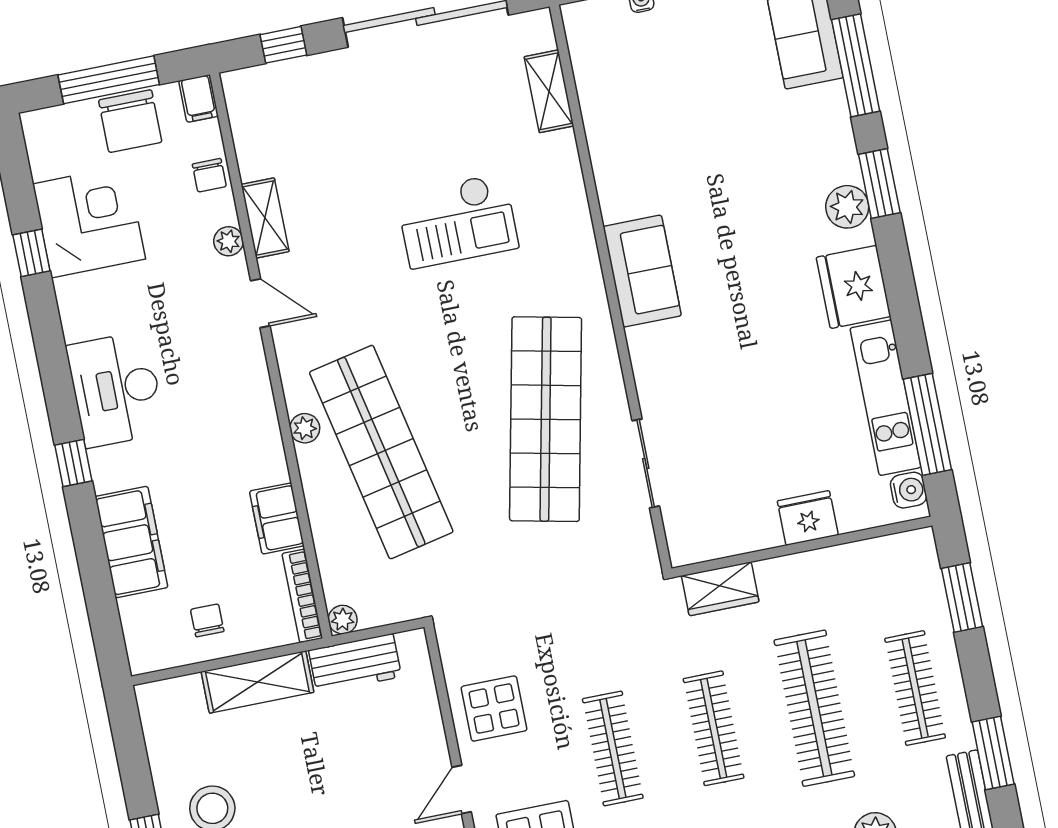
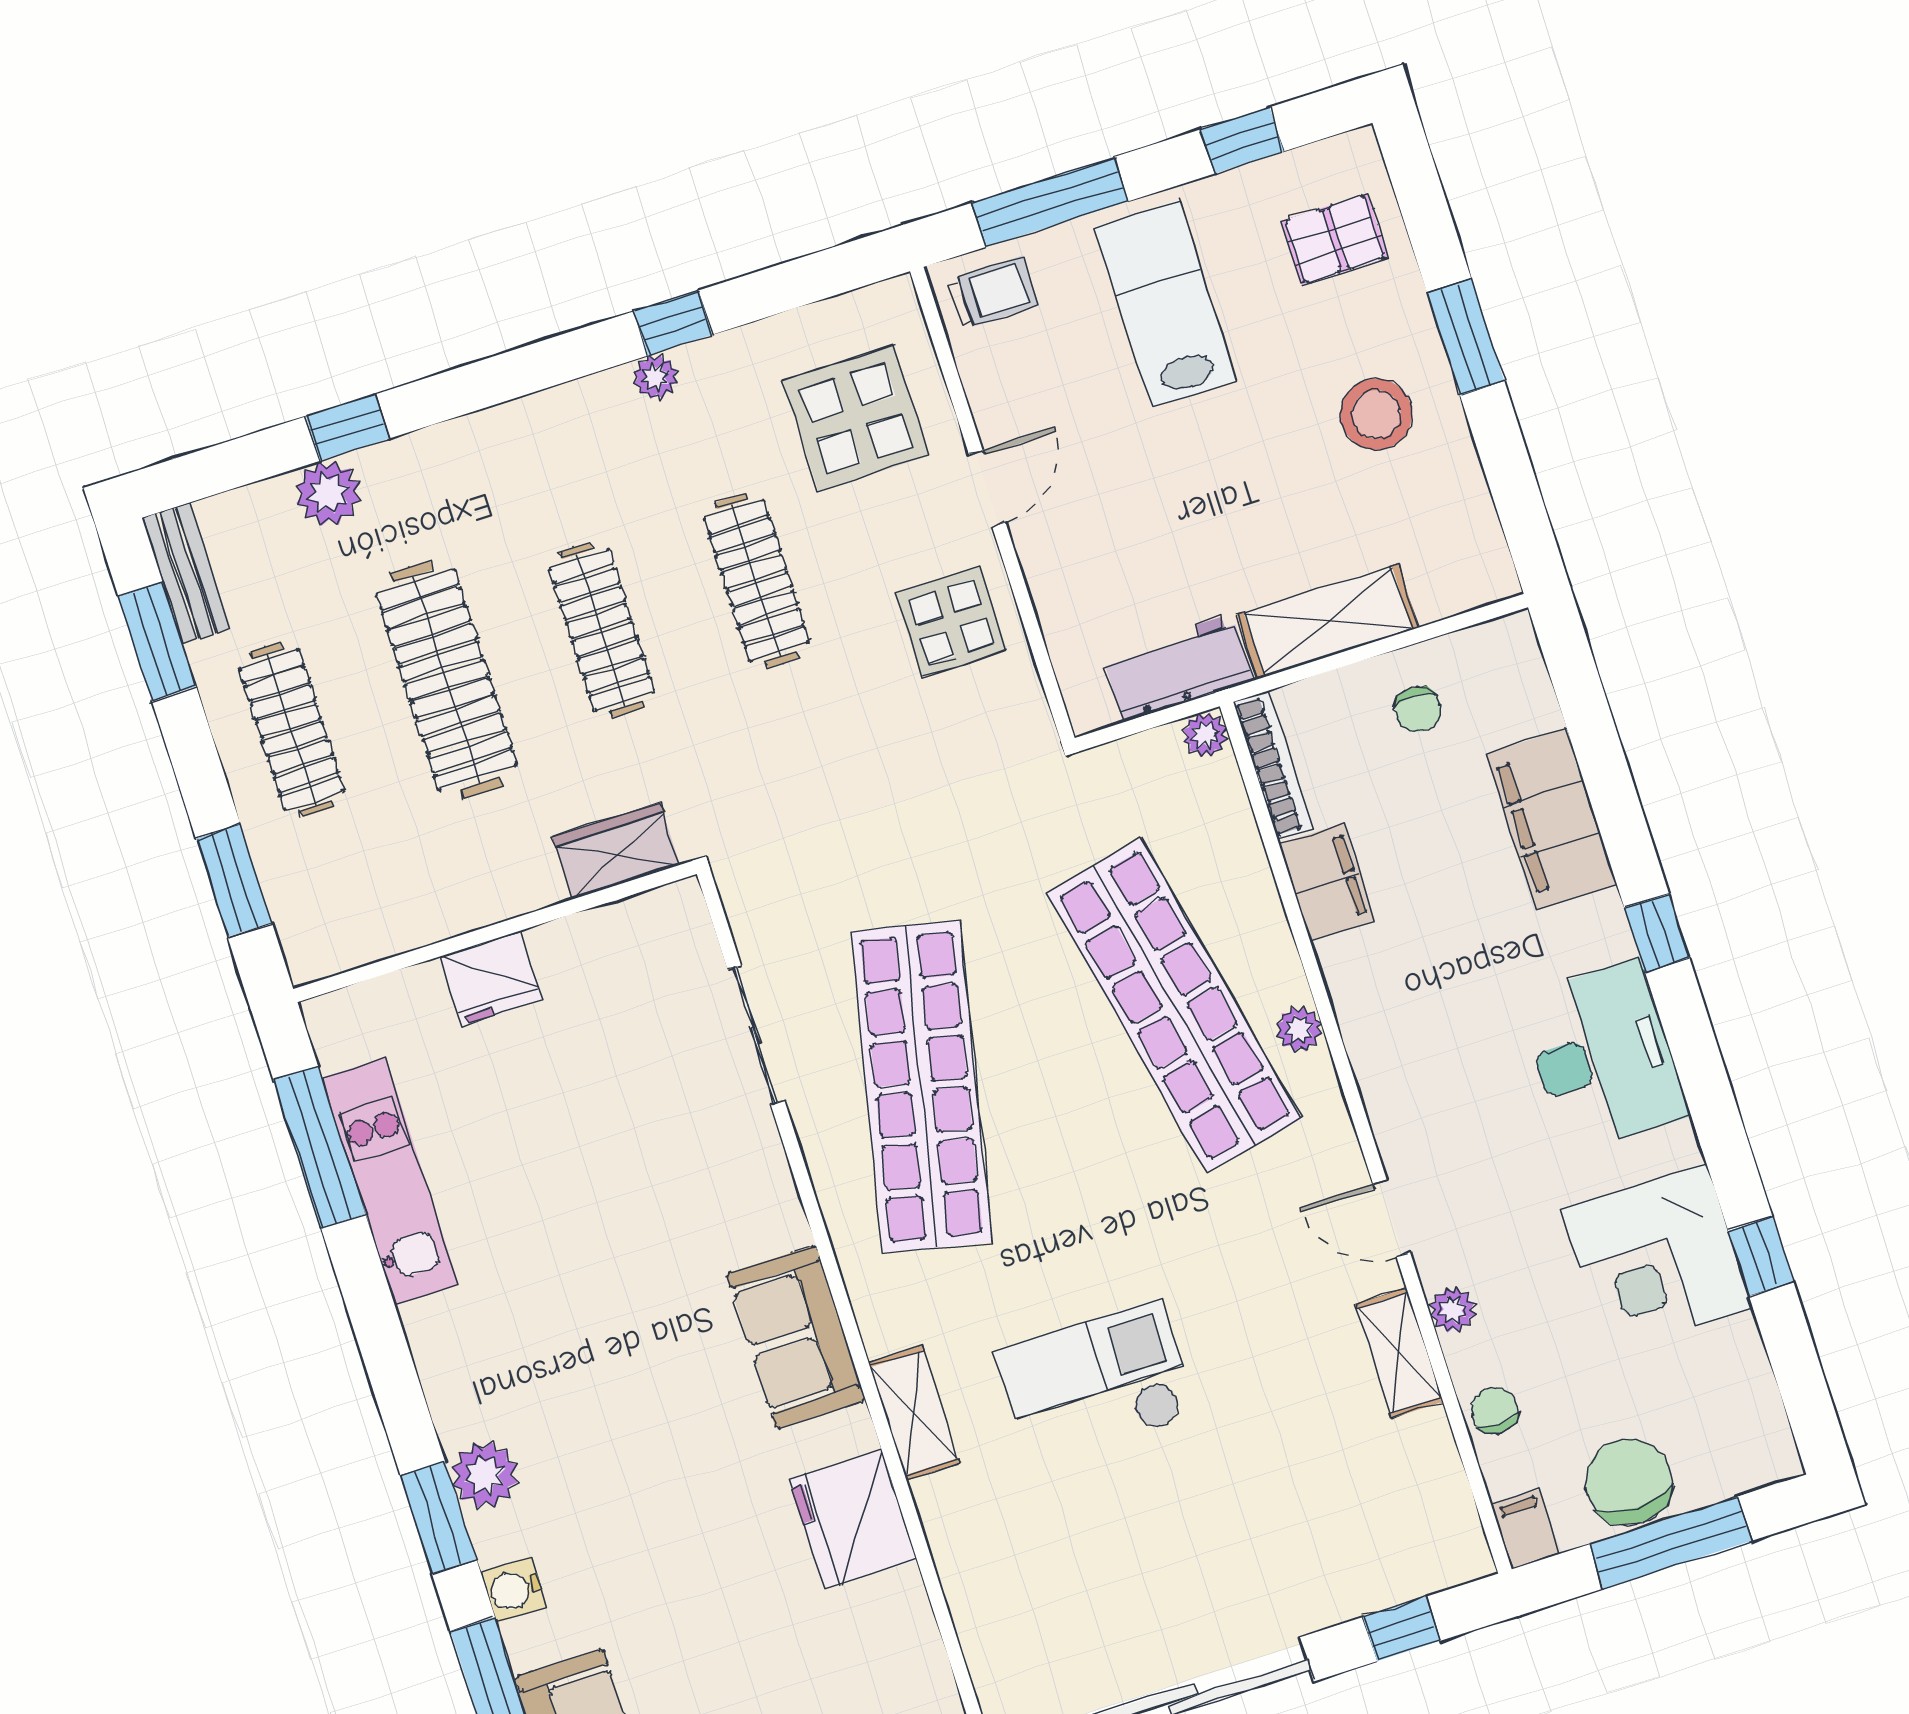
shelving: (549, 91) -> (914, 1413), moved
corner desk: (89, 221) -> (1657, 1258), moved
fridge: (854, 287) -> (853, 1520), moved, turned 180
water cooler: (909, 490) -> (514, 1590), moved

